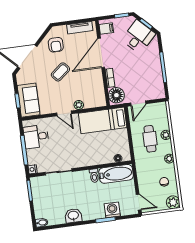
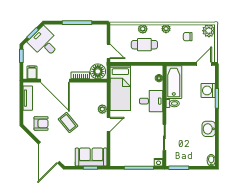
desk: (36, 137) -> (151, 101), moved, turned -90

